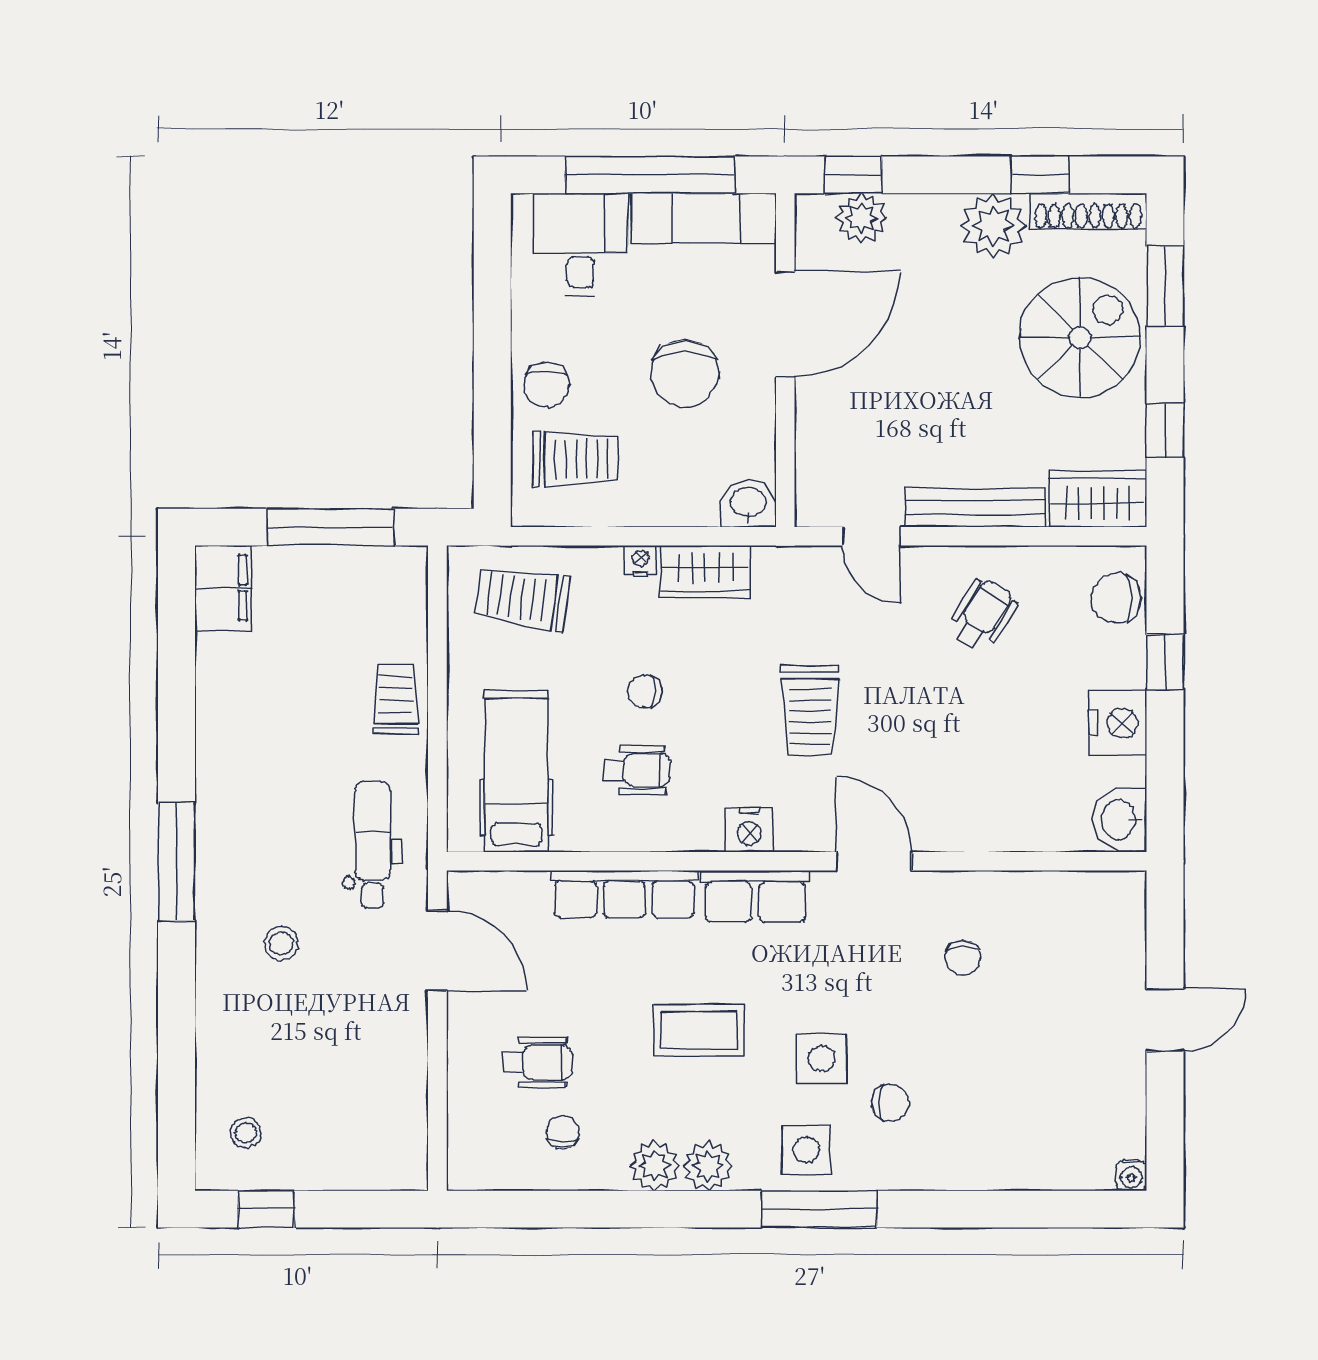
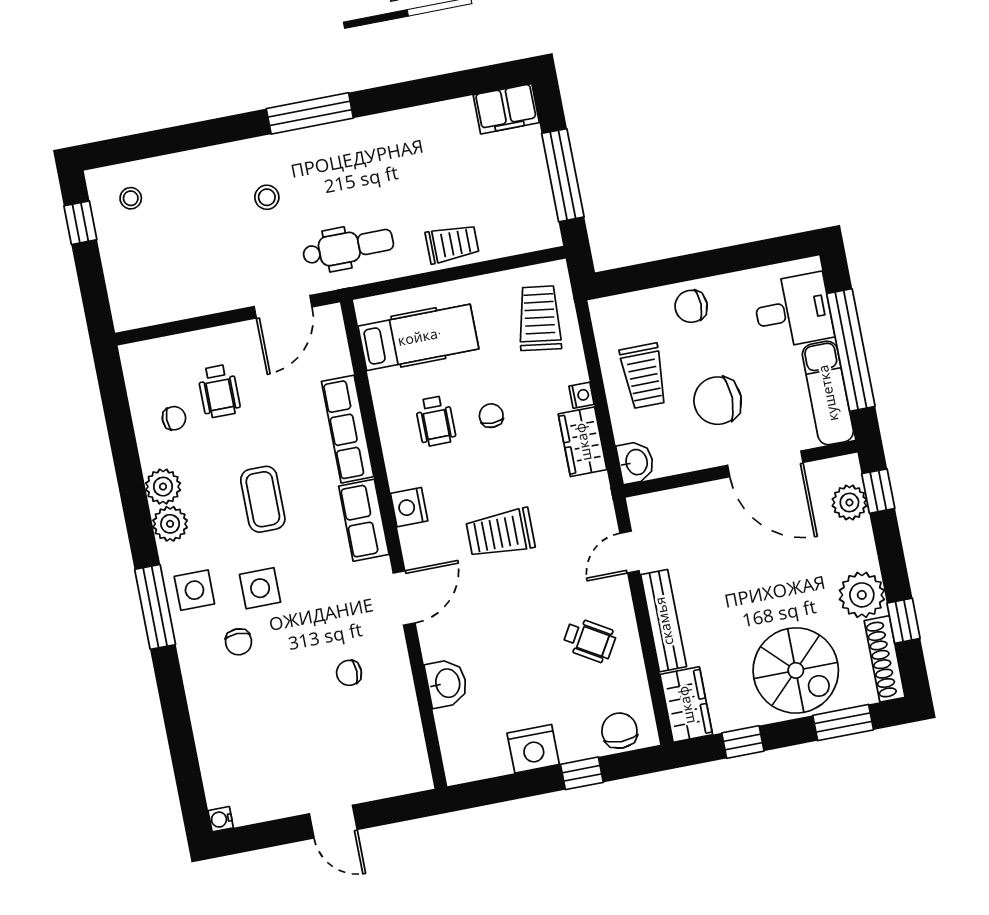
trolley: (576, 459) -> (644, 376), moved
washbasin: (1120, 820) -> (447, 683), moved, turned 90

